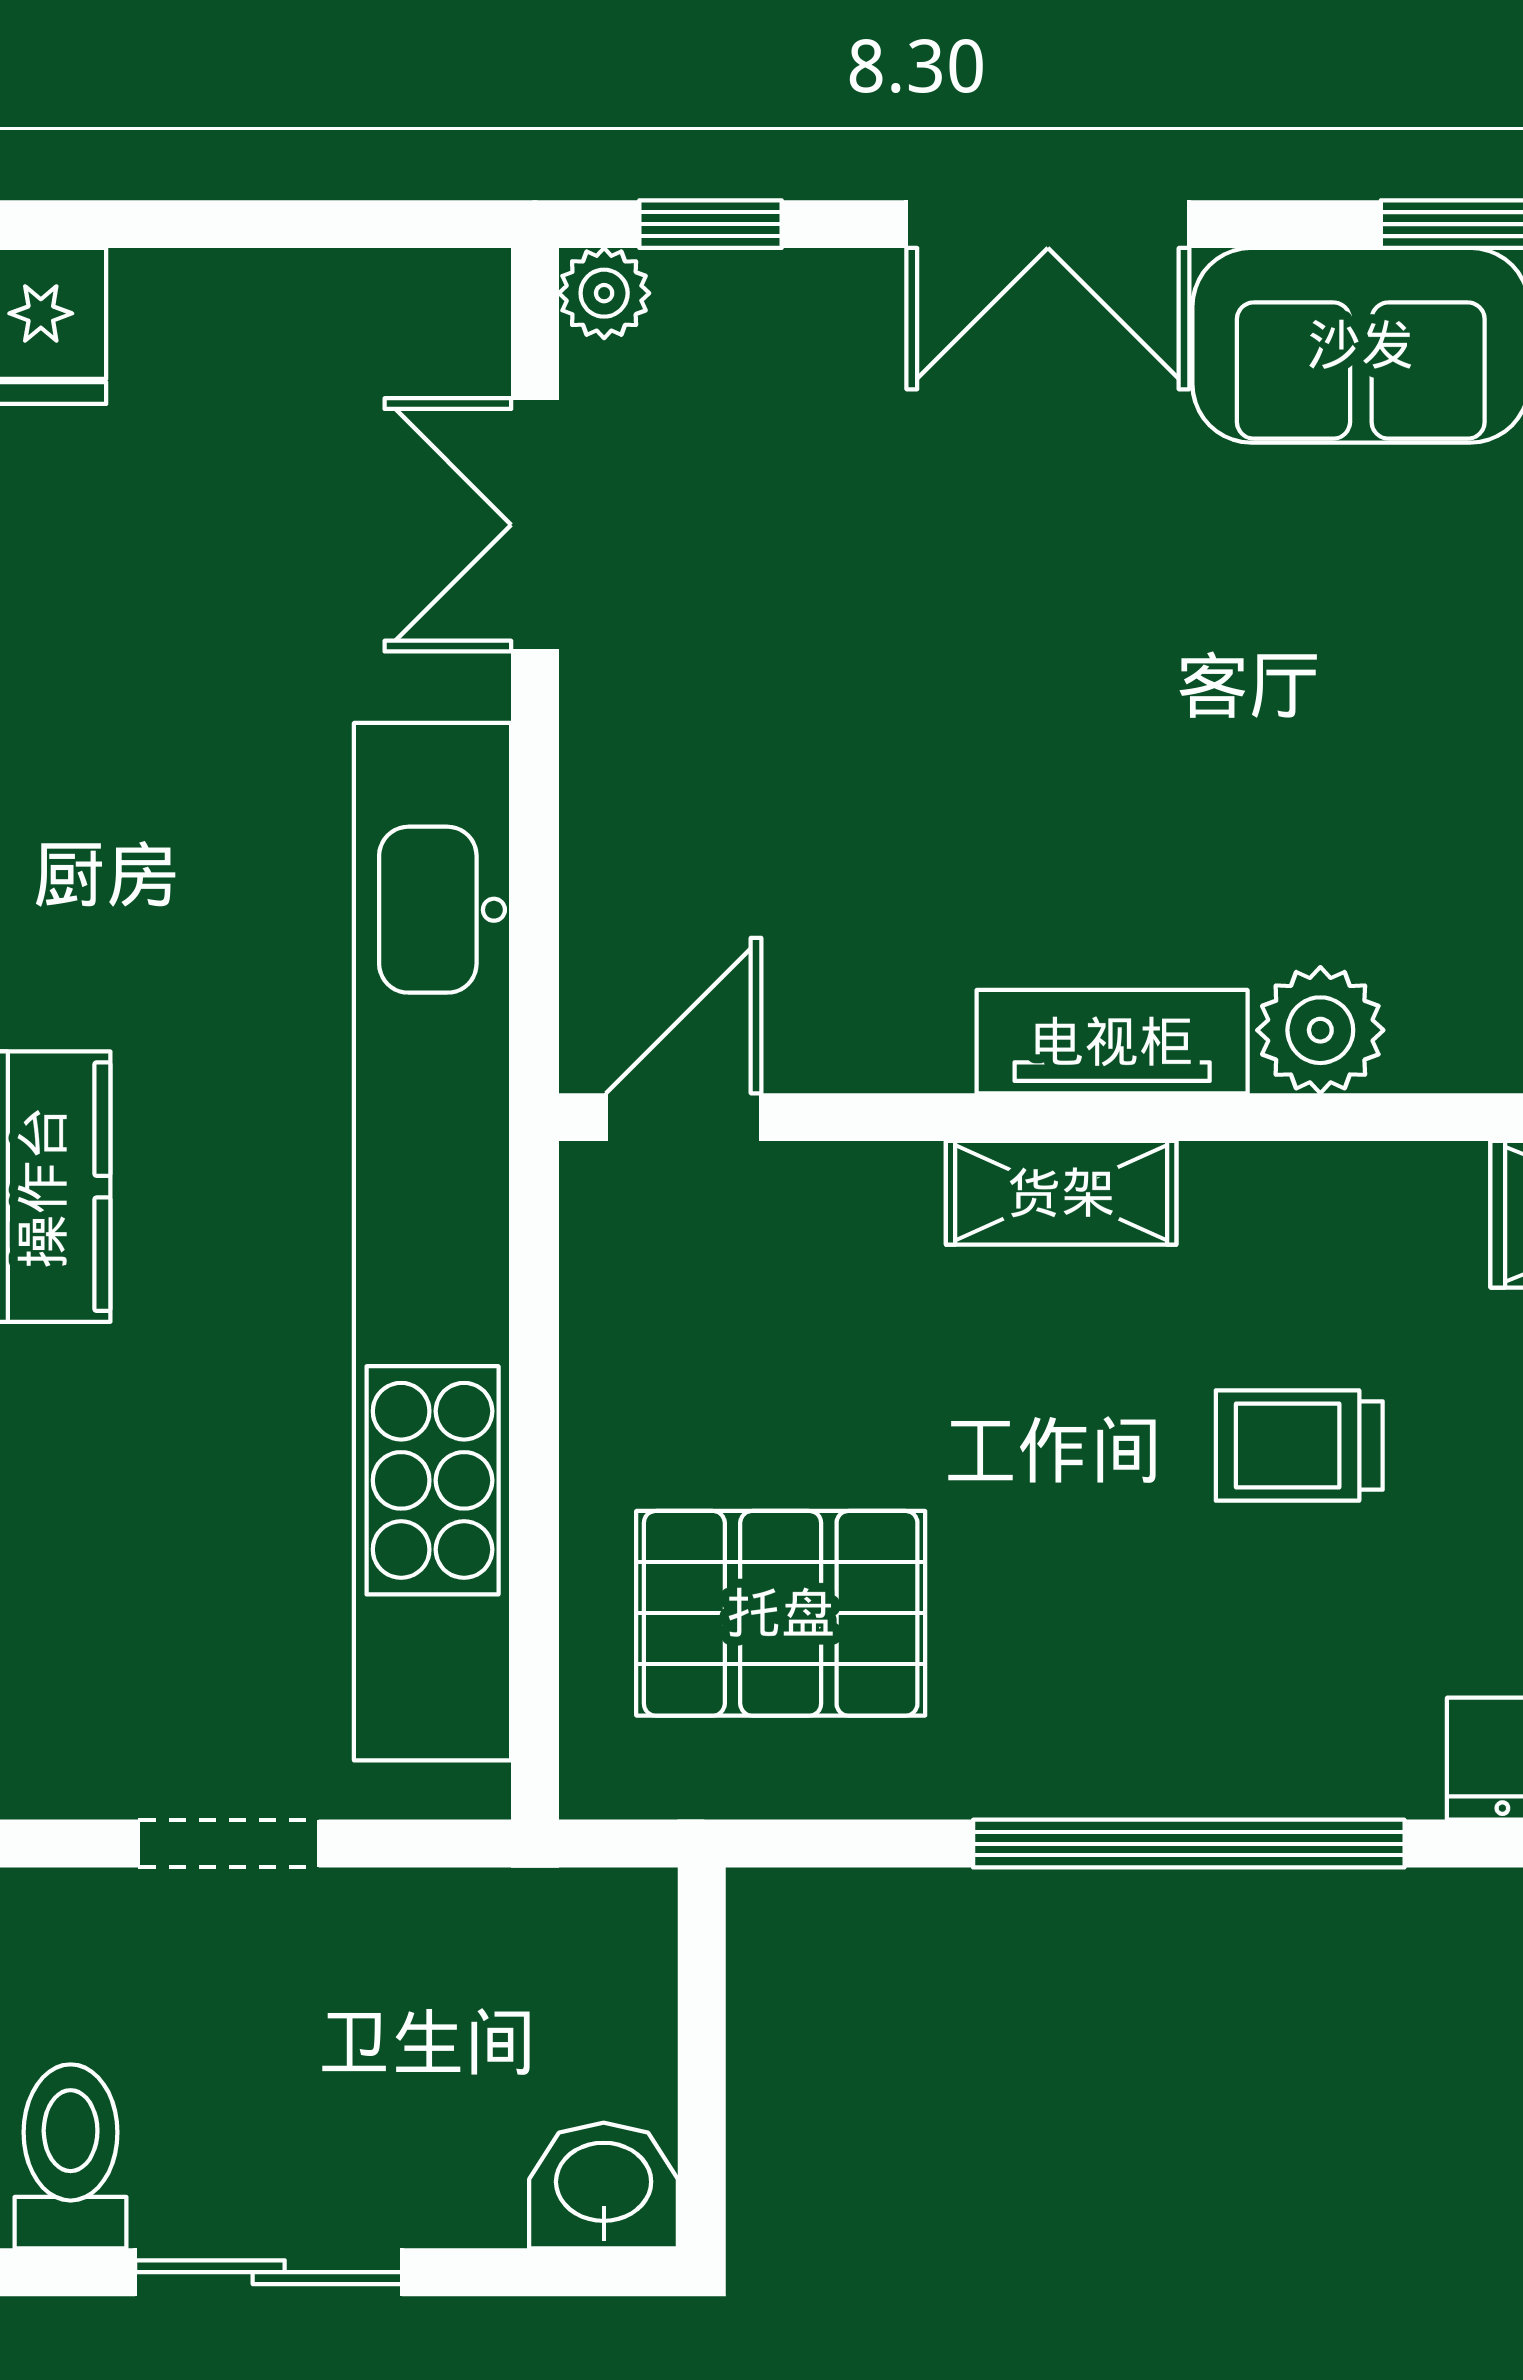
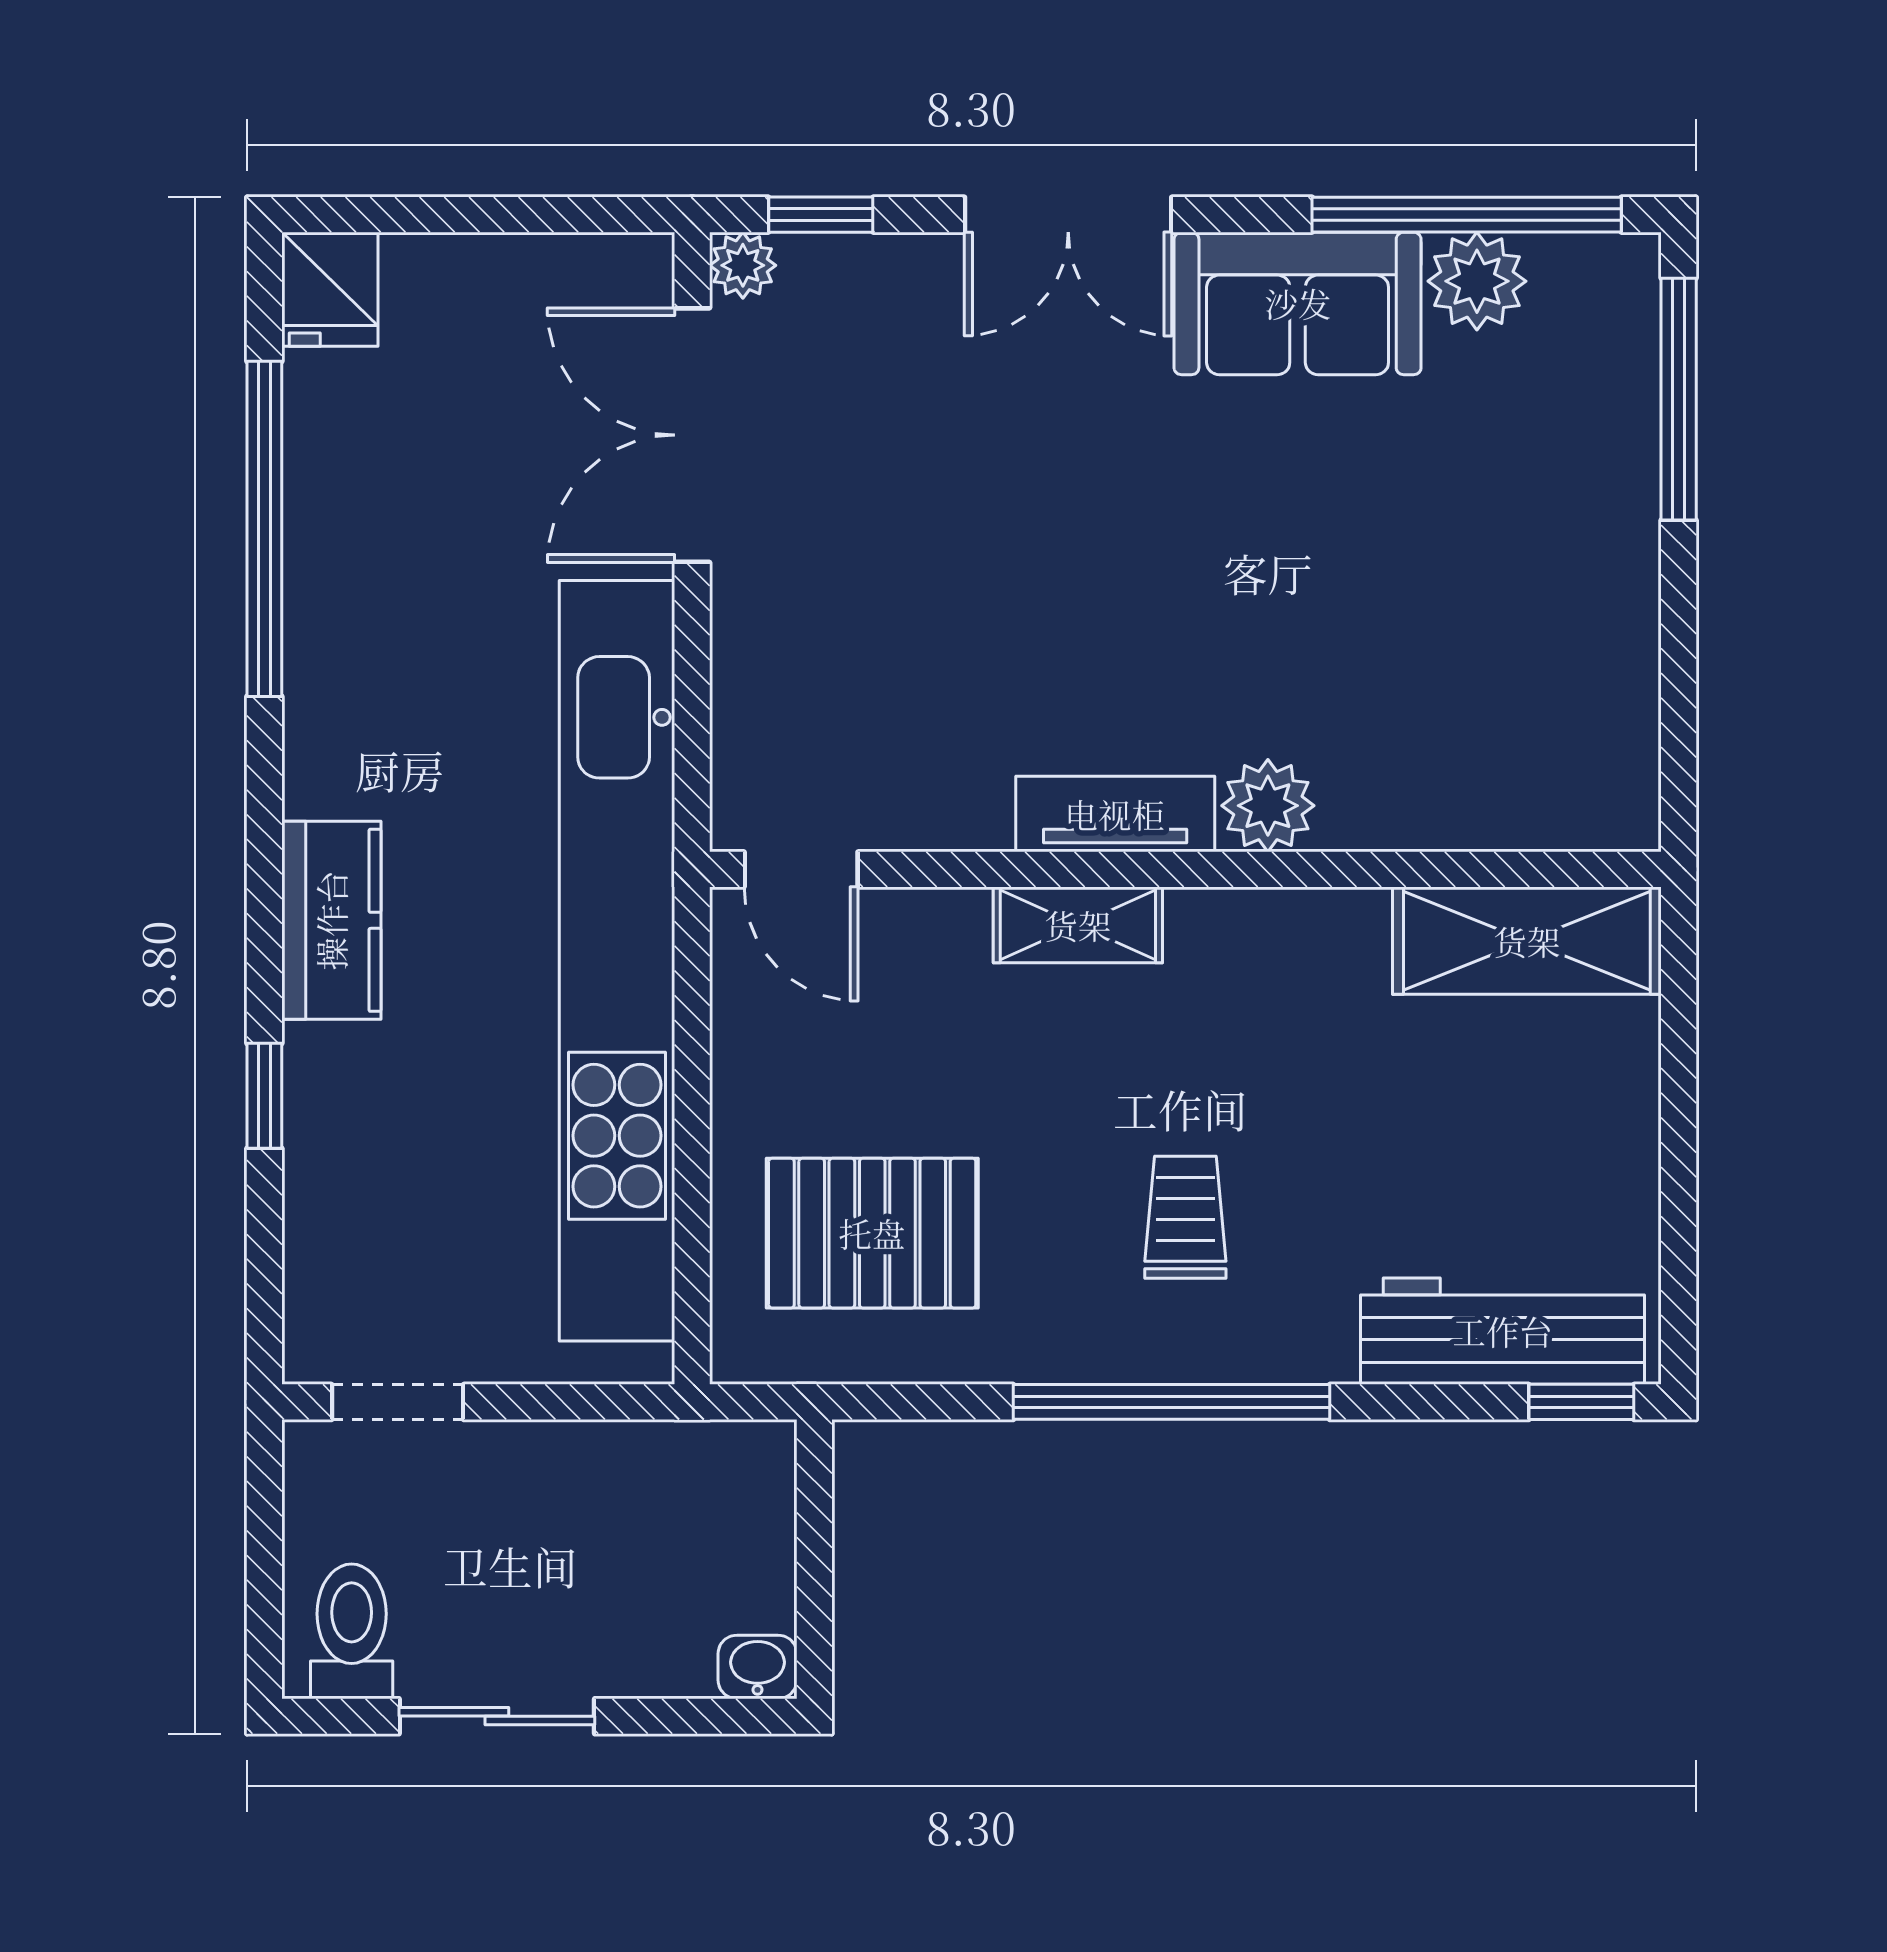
double door: (535, 525) -> (692, 435), width x1.37
door: (684, 1117) -> (801, 869), swing flipped
trolley: (1299, 1446) -> (1185, 1217), moved, turned 90
doorway: (229, 1844) -> (398, 1402), moved
washbasin: (604, 2186) -> (757, 1667), width x0.72, depth x0.69

